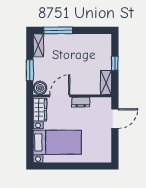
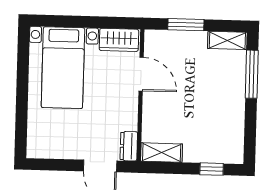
window: (115, 63) -> (212, 169), moved
boiler: (40, 88) -> (155, 41), removed
dresser: (81, 102) -> (129, 146), moved

